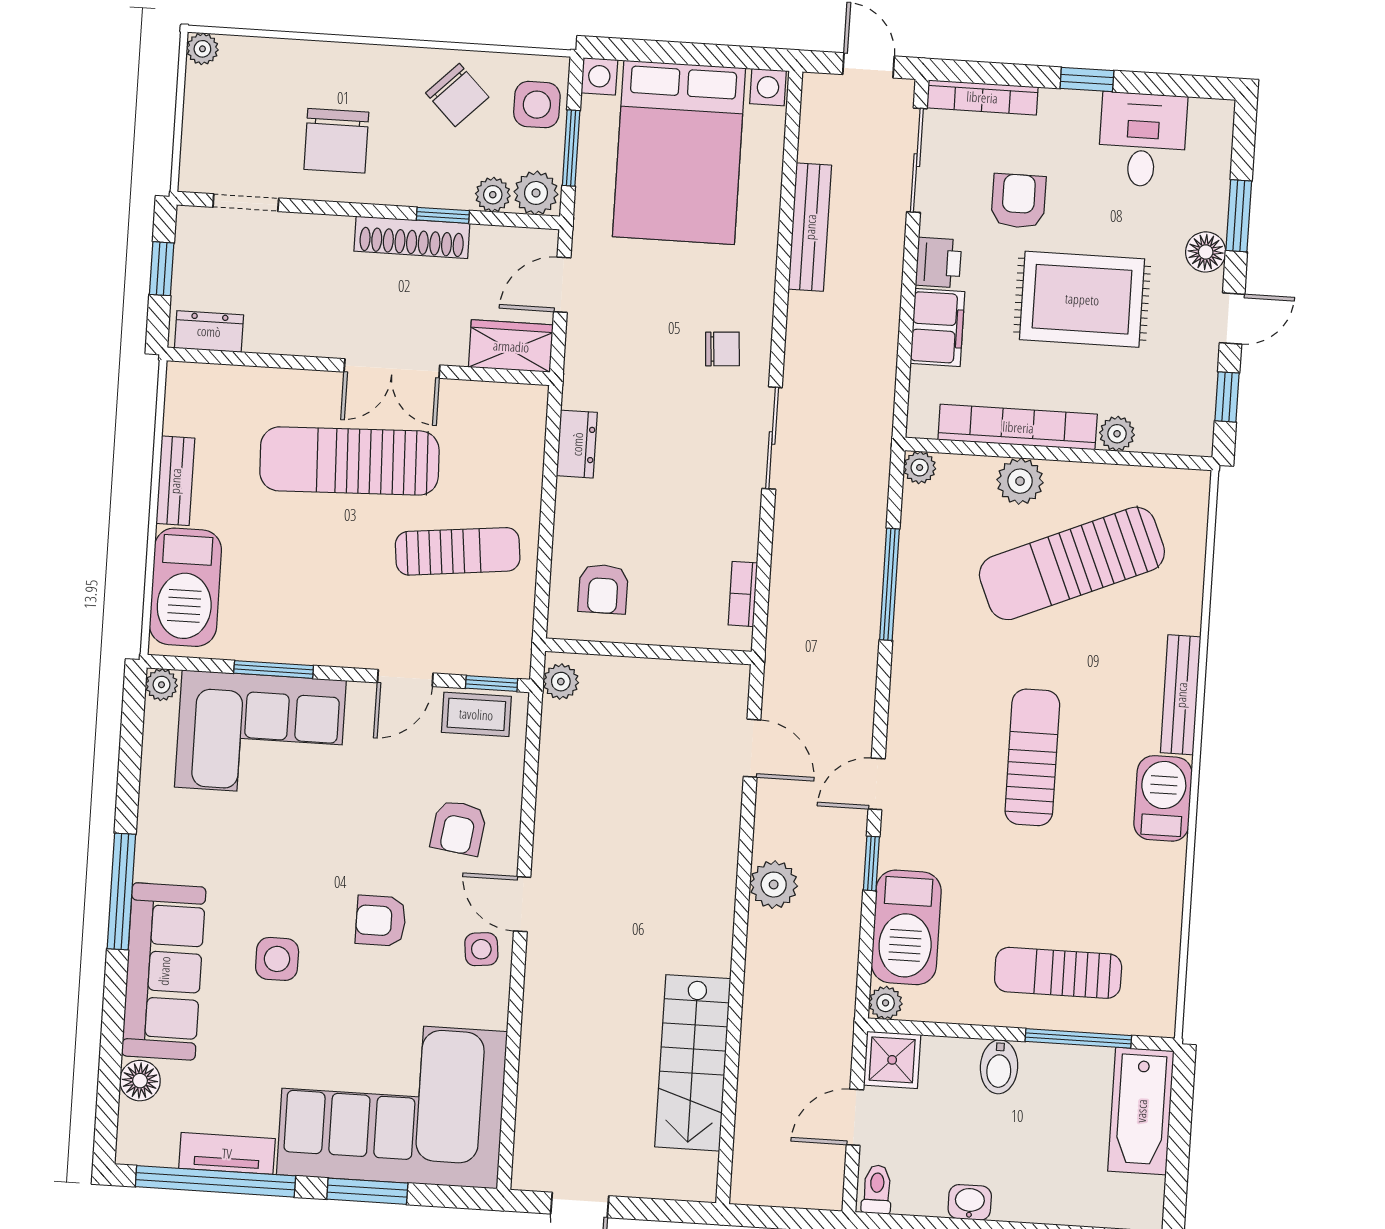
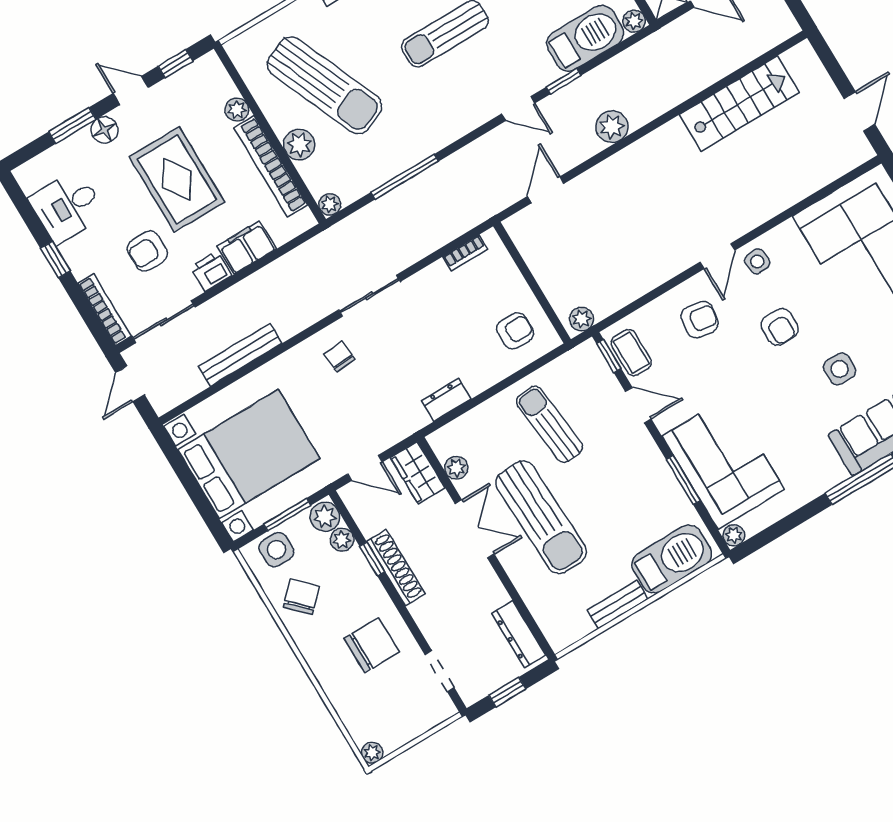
dresser: (209, 331) -> (519, 634), width x1.44
plant: (484, 398) -> (456, 468), added

